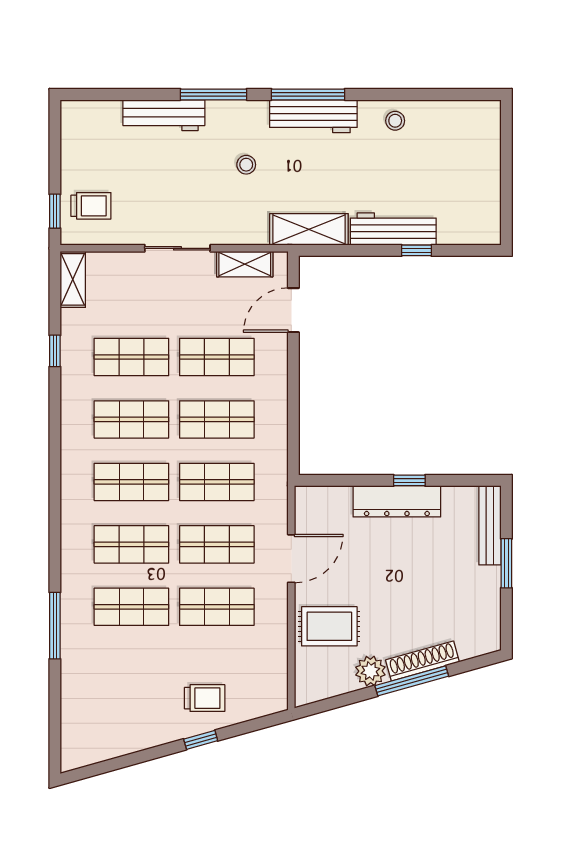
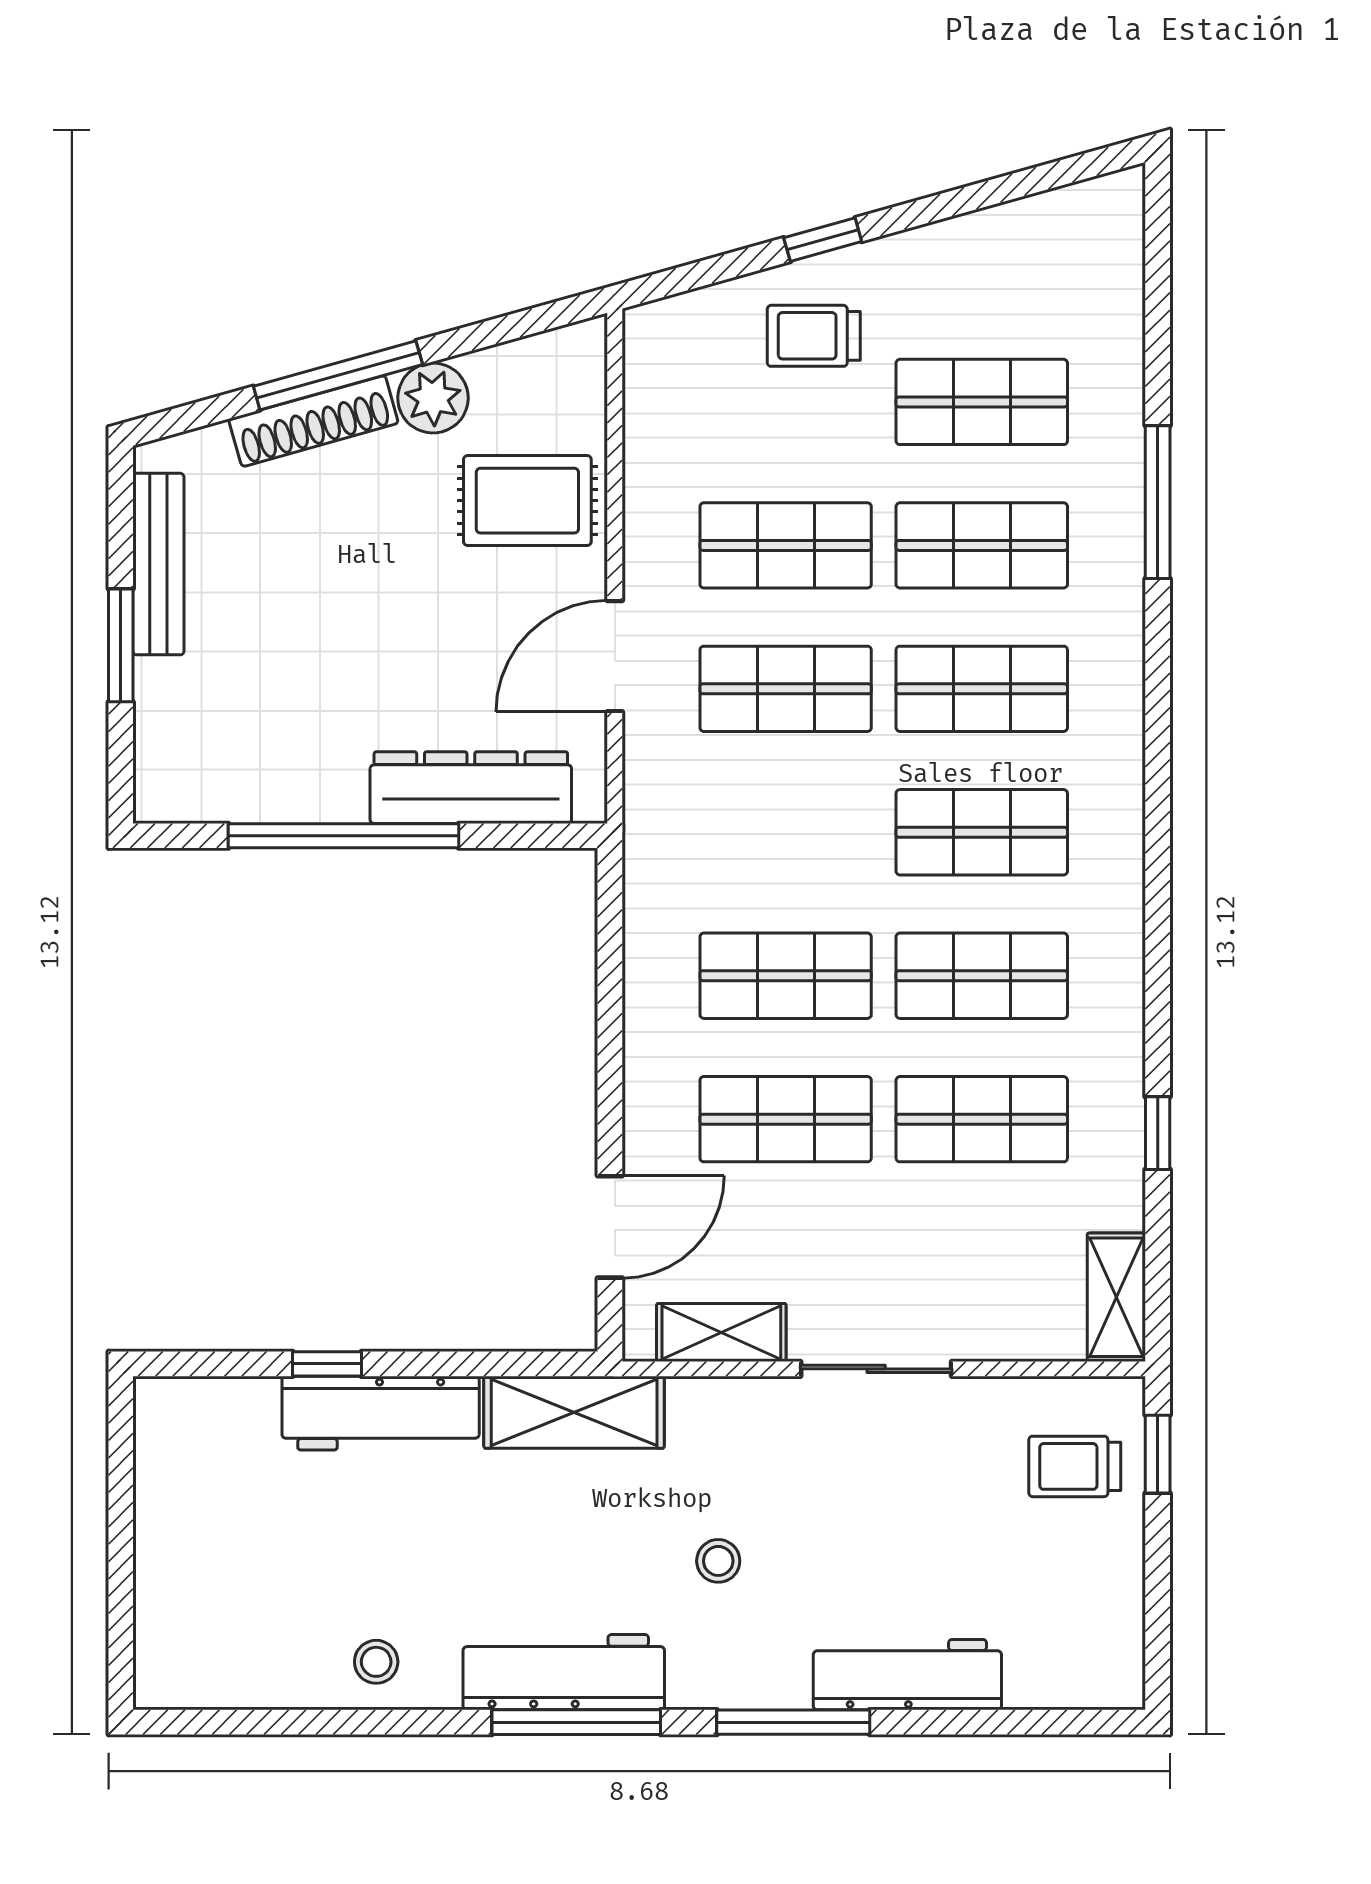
window: (409, 480) -> (343, 836), width x3.17
shop shelf: (217, 482) -> (982, 402), moved
dresser: (397, 501) -> (471, 788), moved
bench: (490, 525) -> (158, 564), moved

